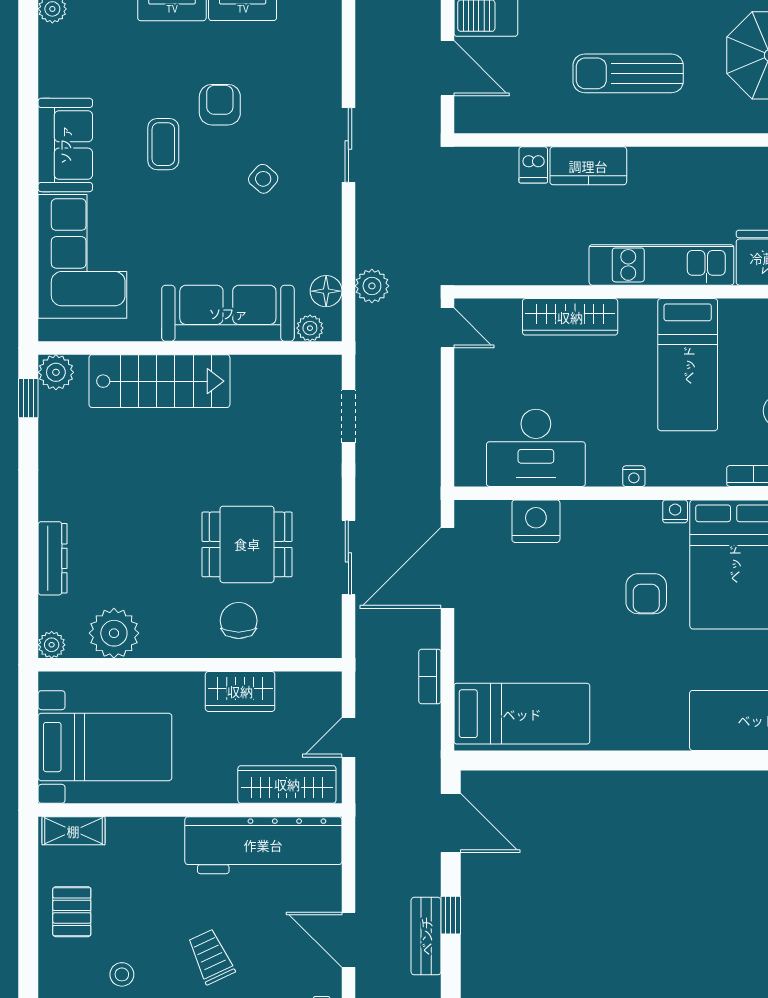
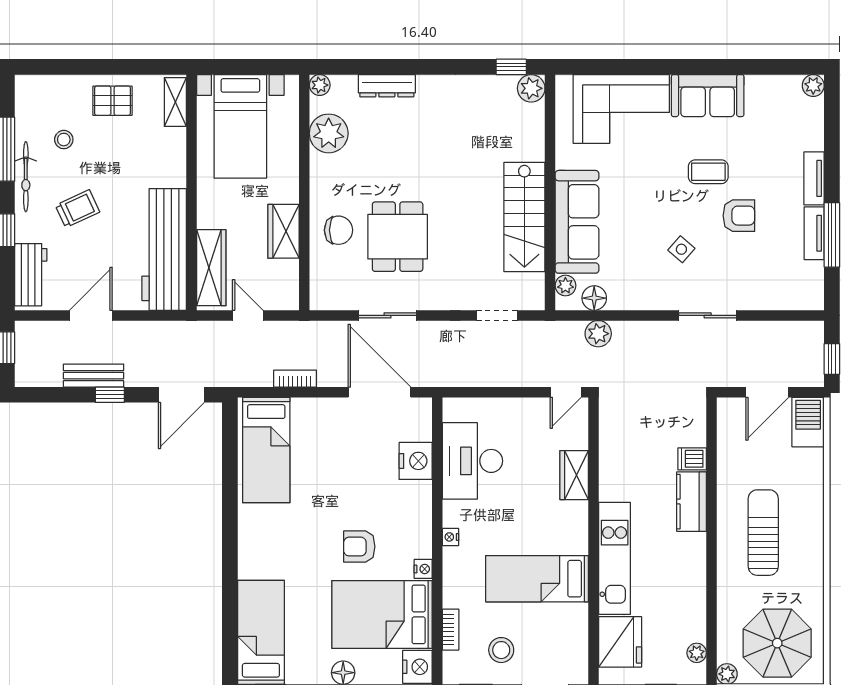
wardrobe: (570, 317) -> (574, 475), width x0.67
stairs: (159, 381) -> (524, 217), moved

